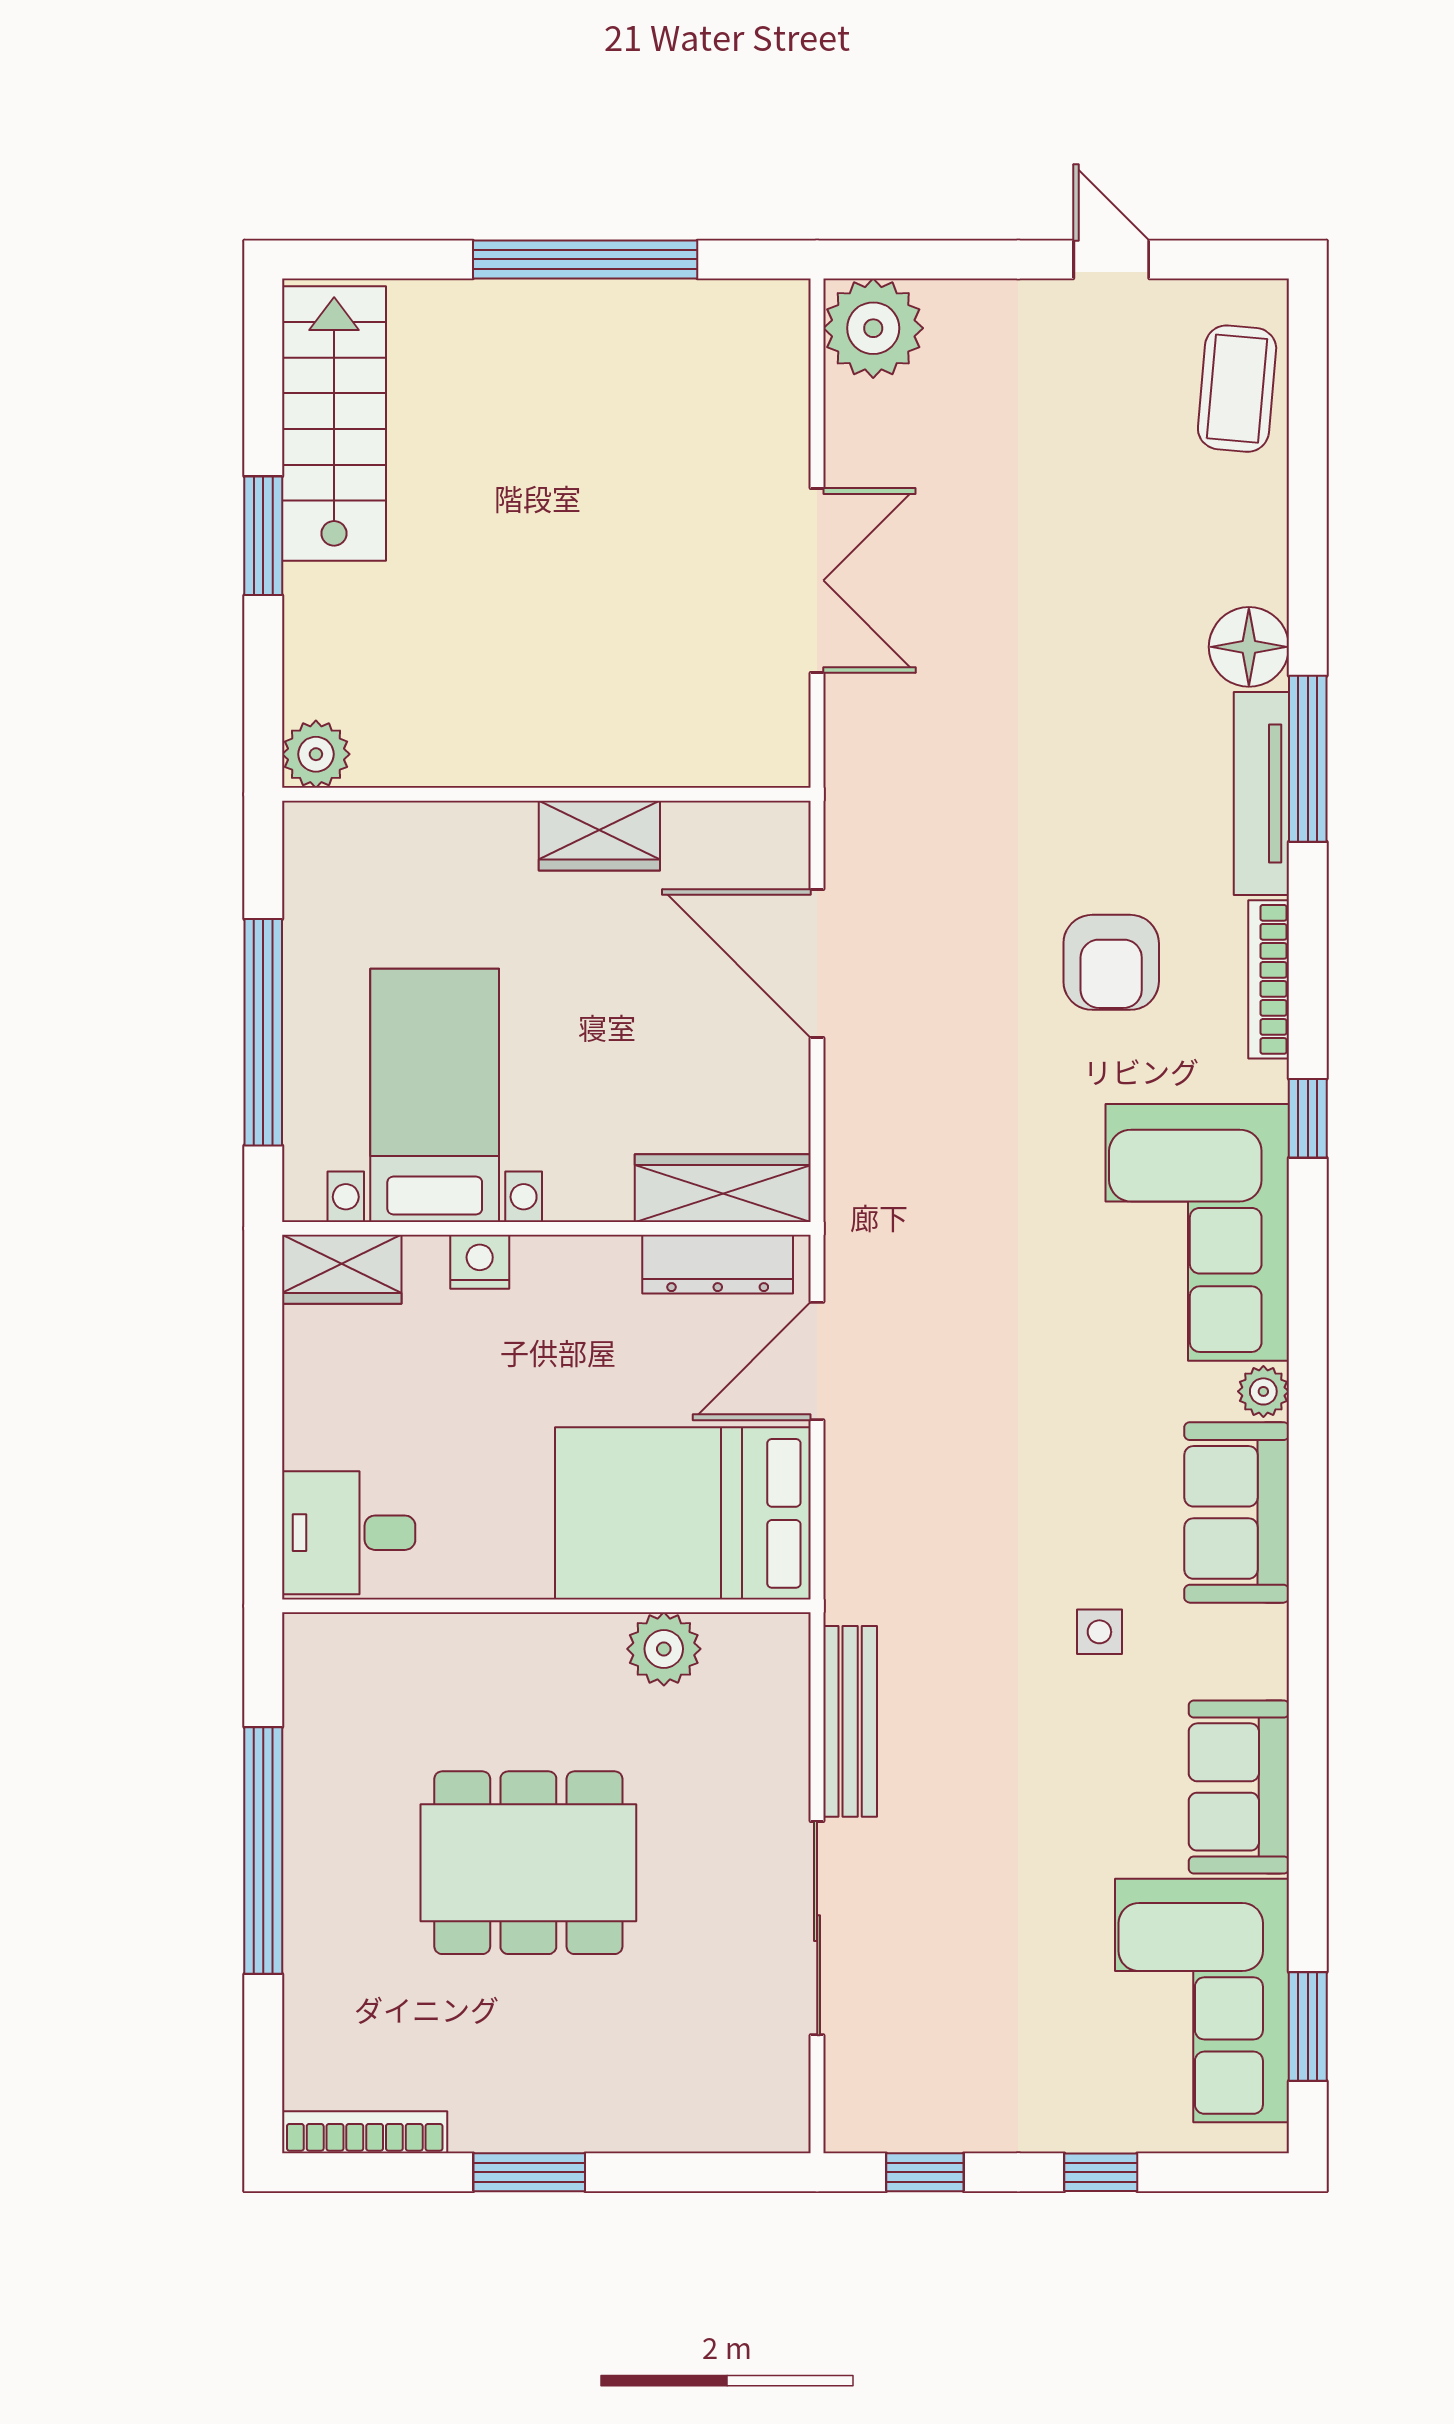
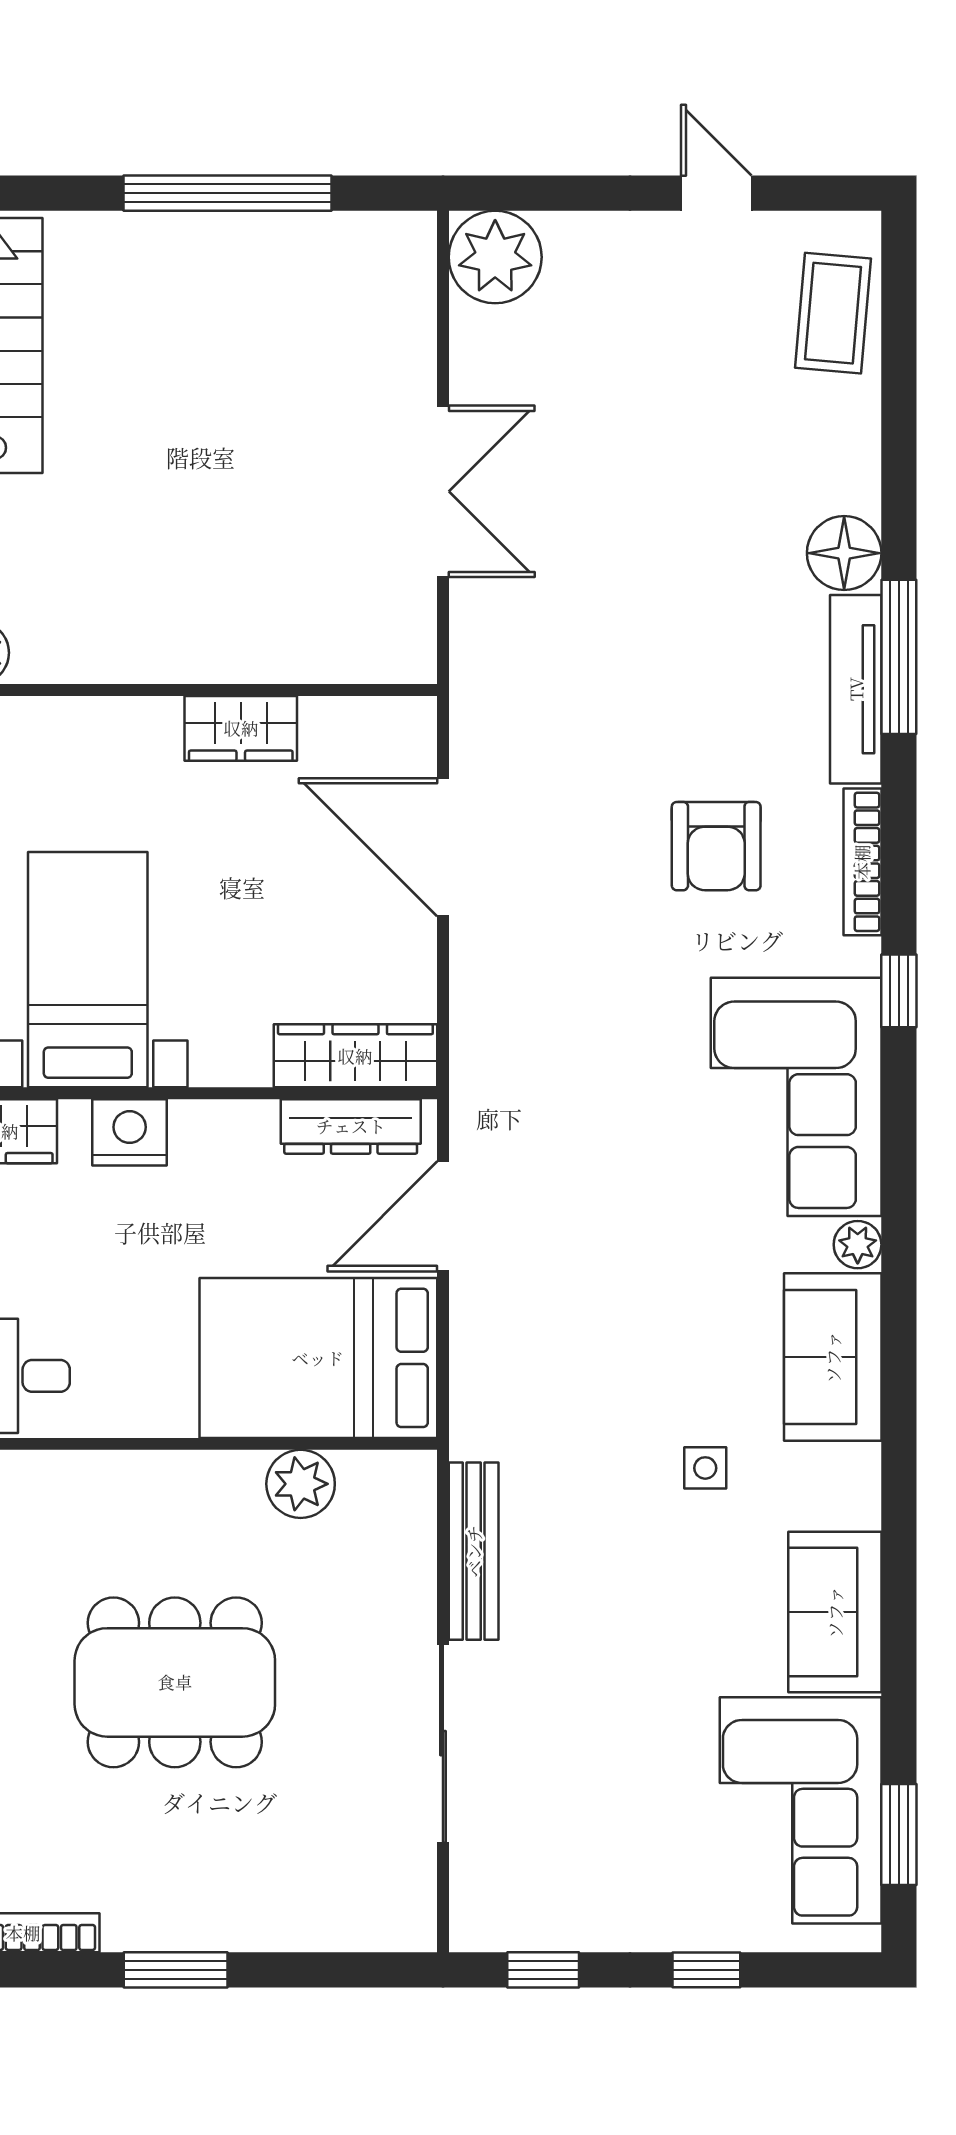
nightstand: (480, 1262) -> (130, 1132), width x1.36, depth x1.33

